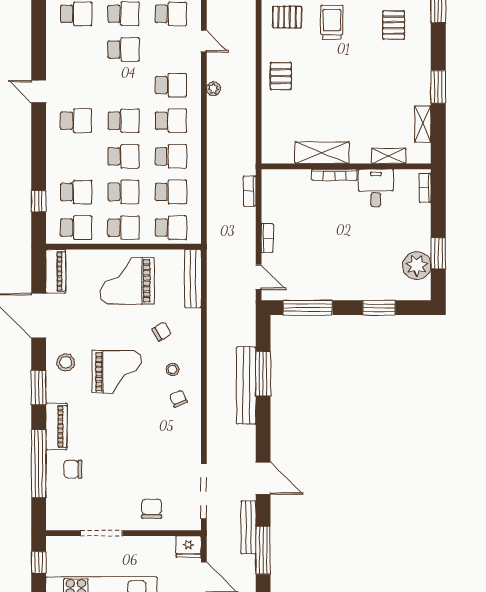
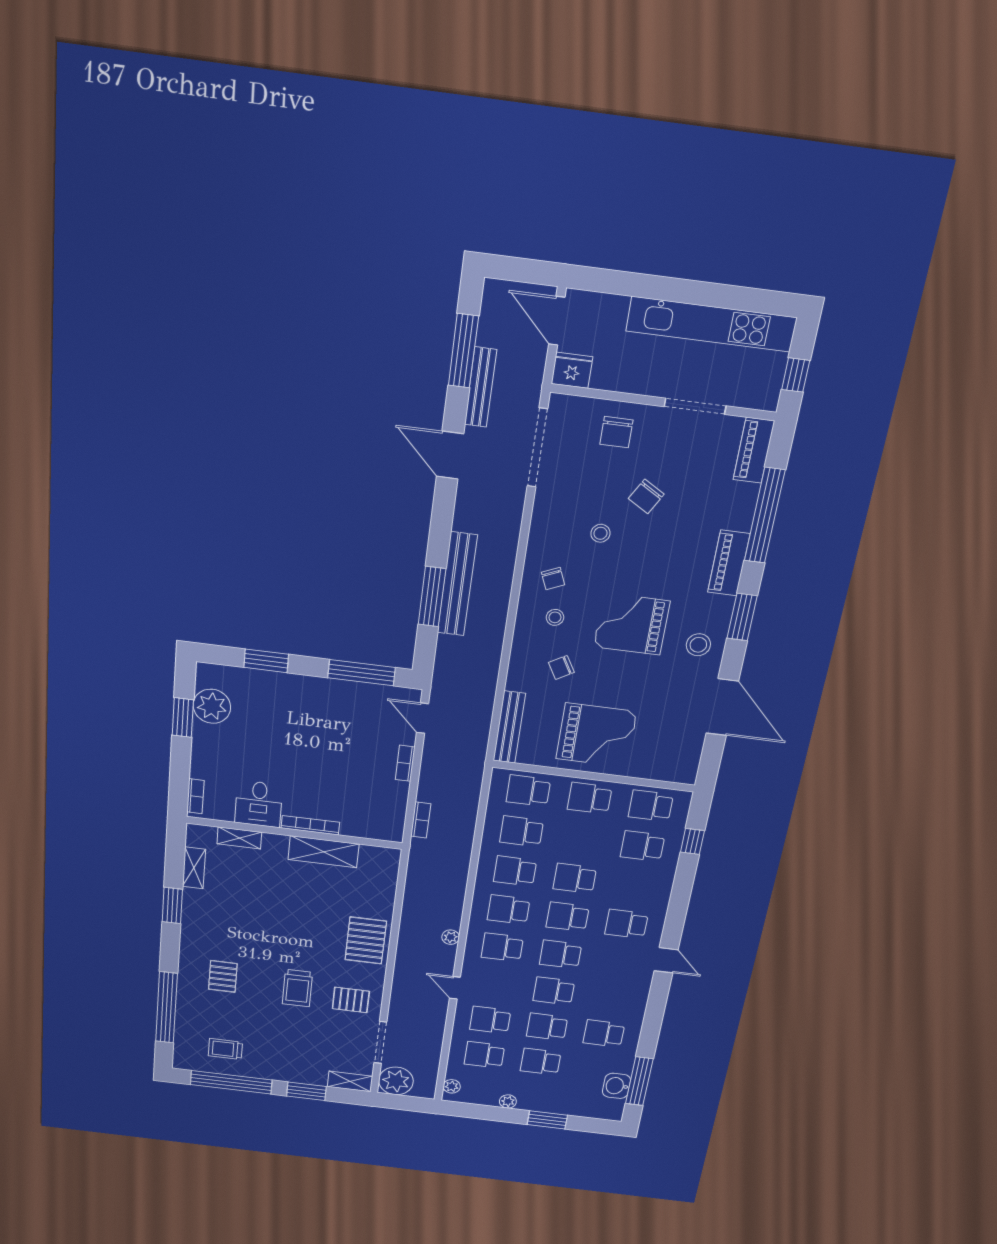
pallet: (281, 76) -> (366, 940), width x1.50, depth x1.42
school desk: (124, 192) -> (561, 954), moved
piano: (56, 271) -> (754, 450), moved
stool: (150, 436) -> (600, 533), added
chair: (73, 469) -> (646, 496), moved, turned 120

